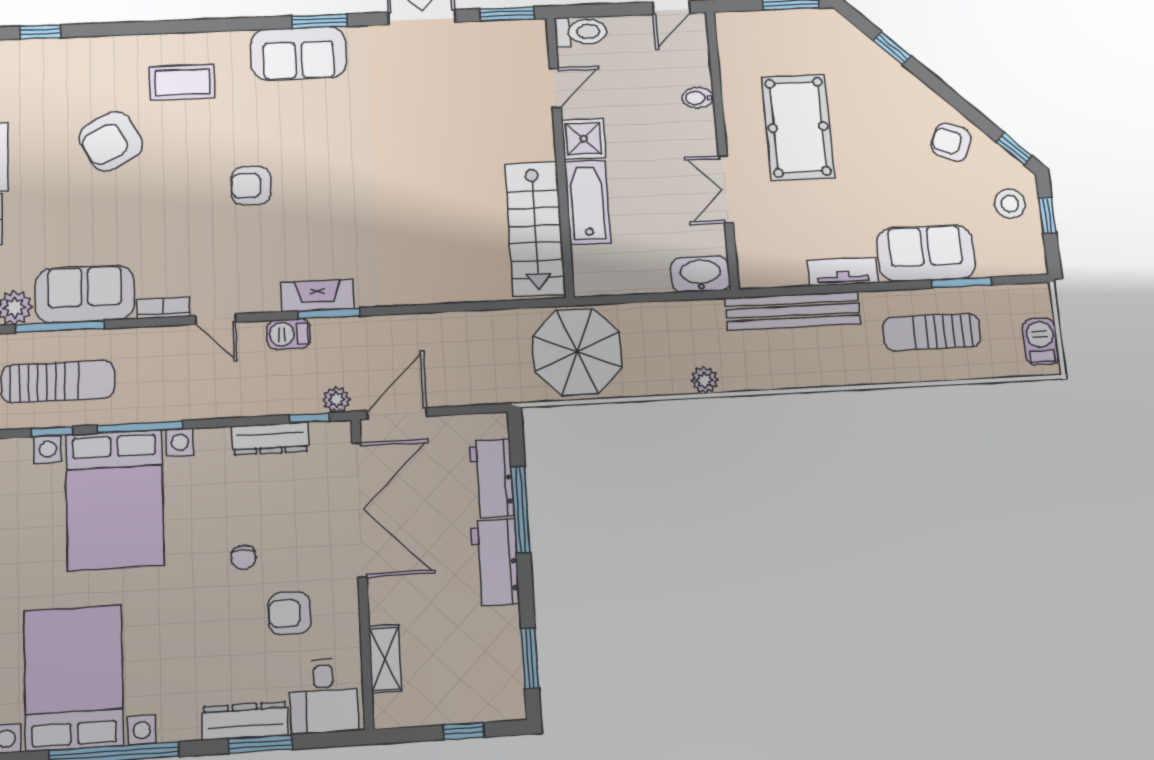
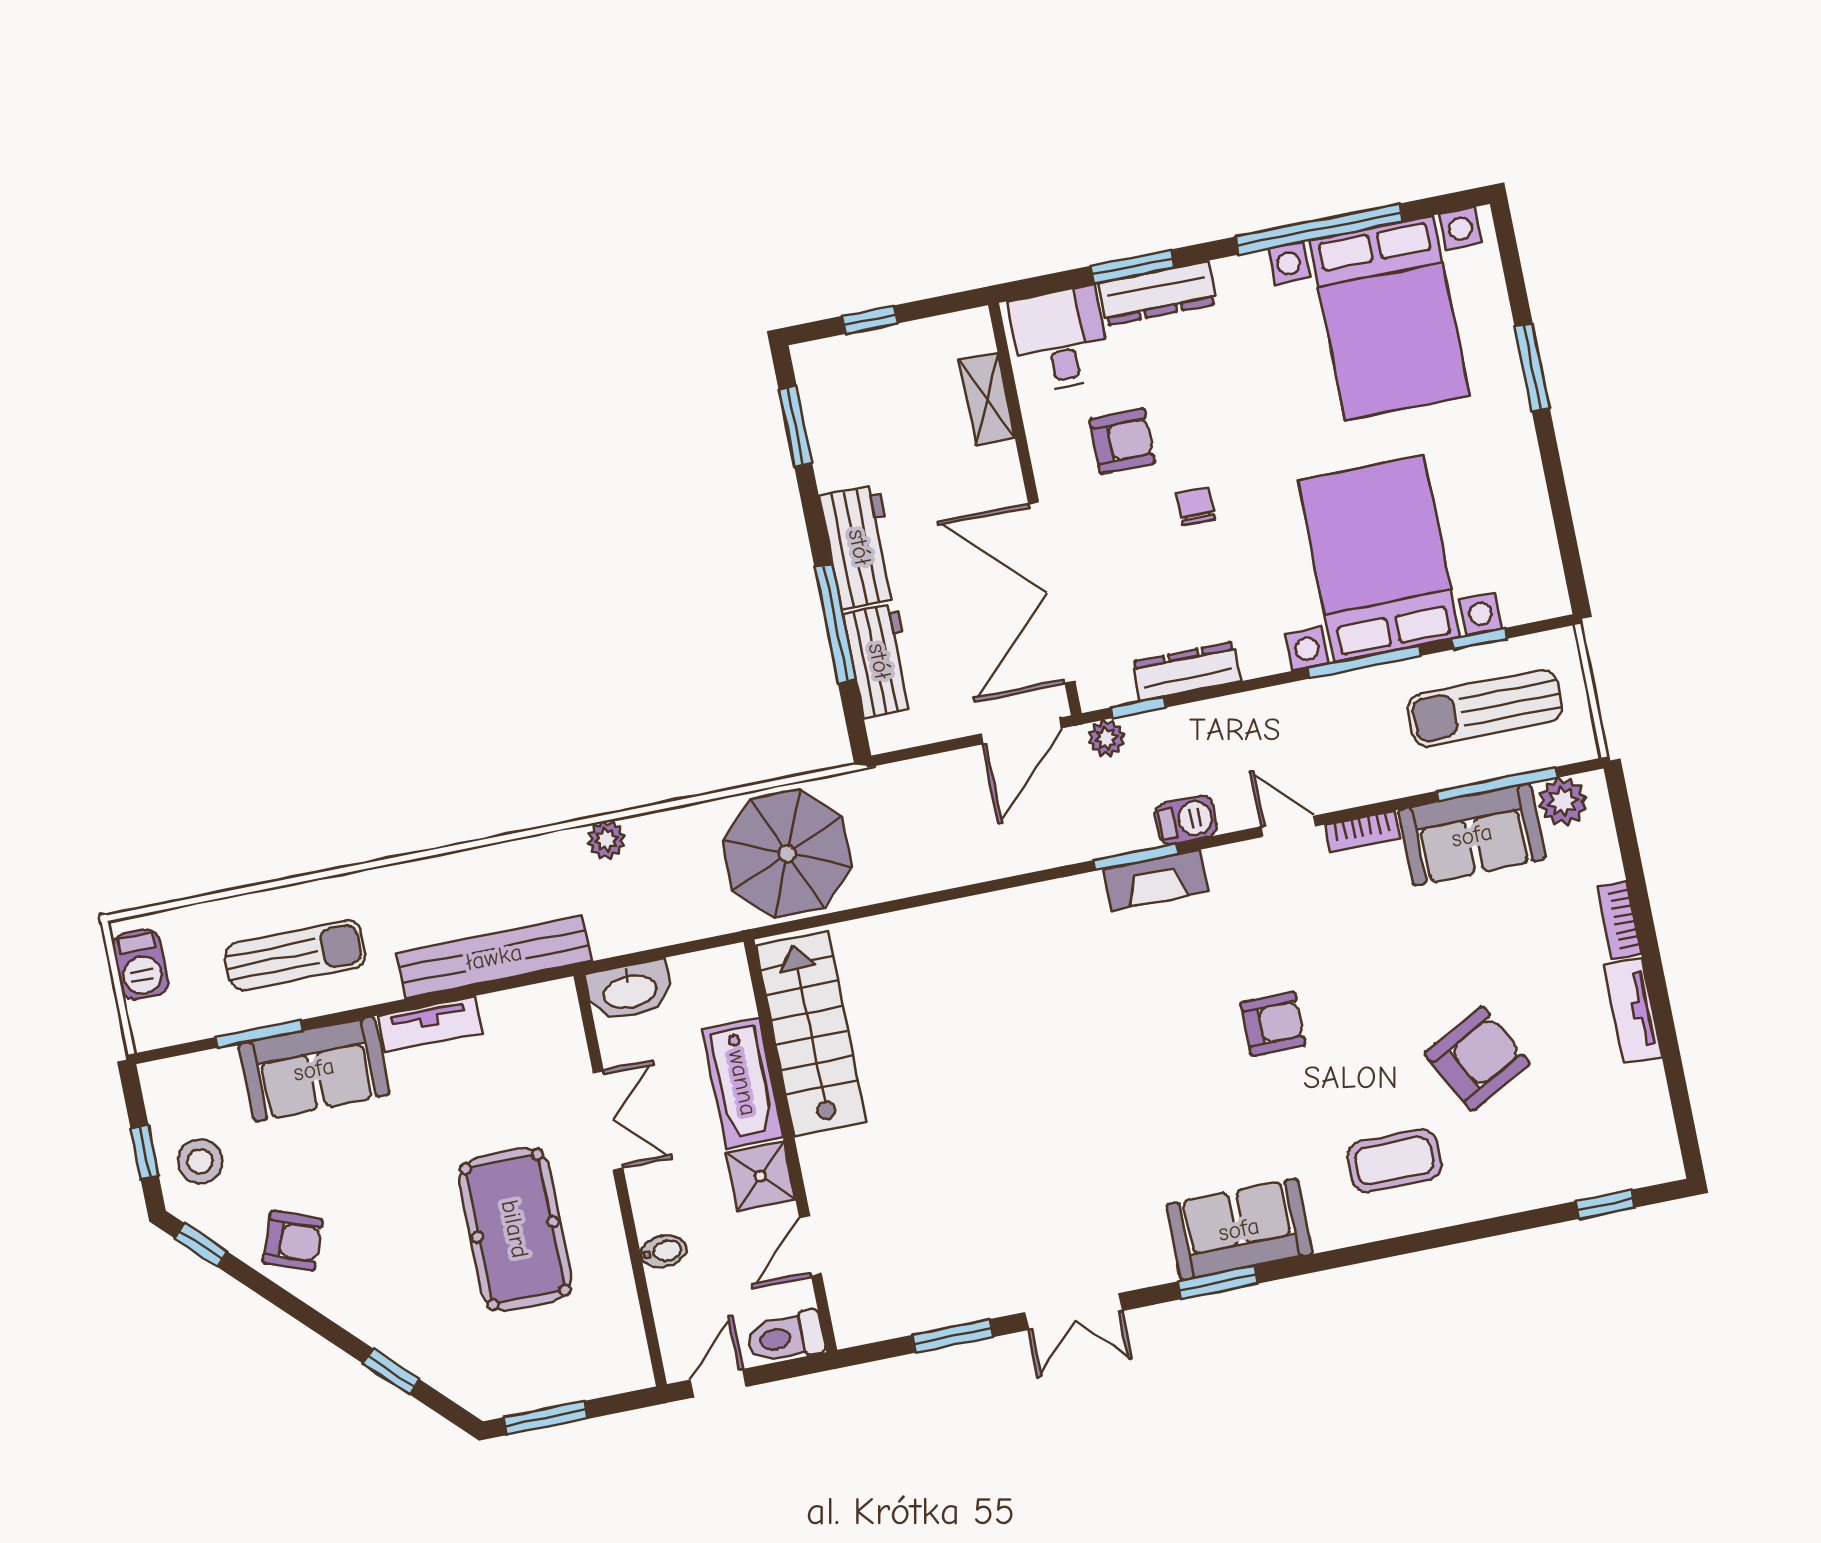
toilet: (581, 32) -> (785, 1337), moved
door: (555, 88) -> (811, 1246), moved
shower: (584, 139) -> (761, 1176), moved
wall: (560, 156) -> (790, 1146), moved
bathtub: (587, 202) -> (743, 1083), moved
stairs: (535, 228) -> (811, 1034), moved

